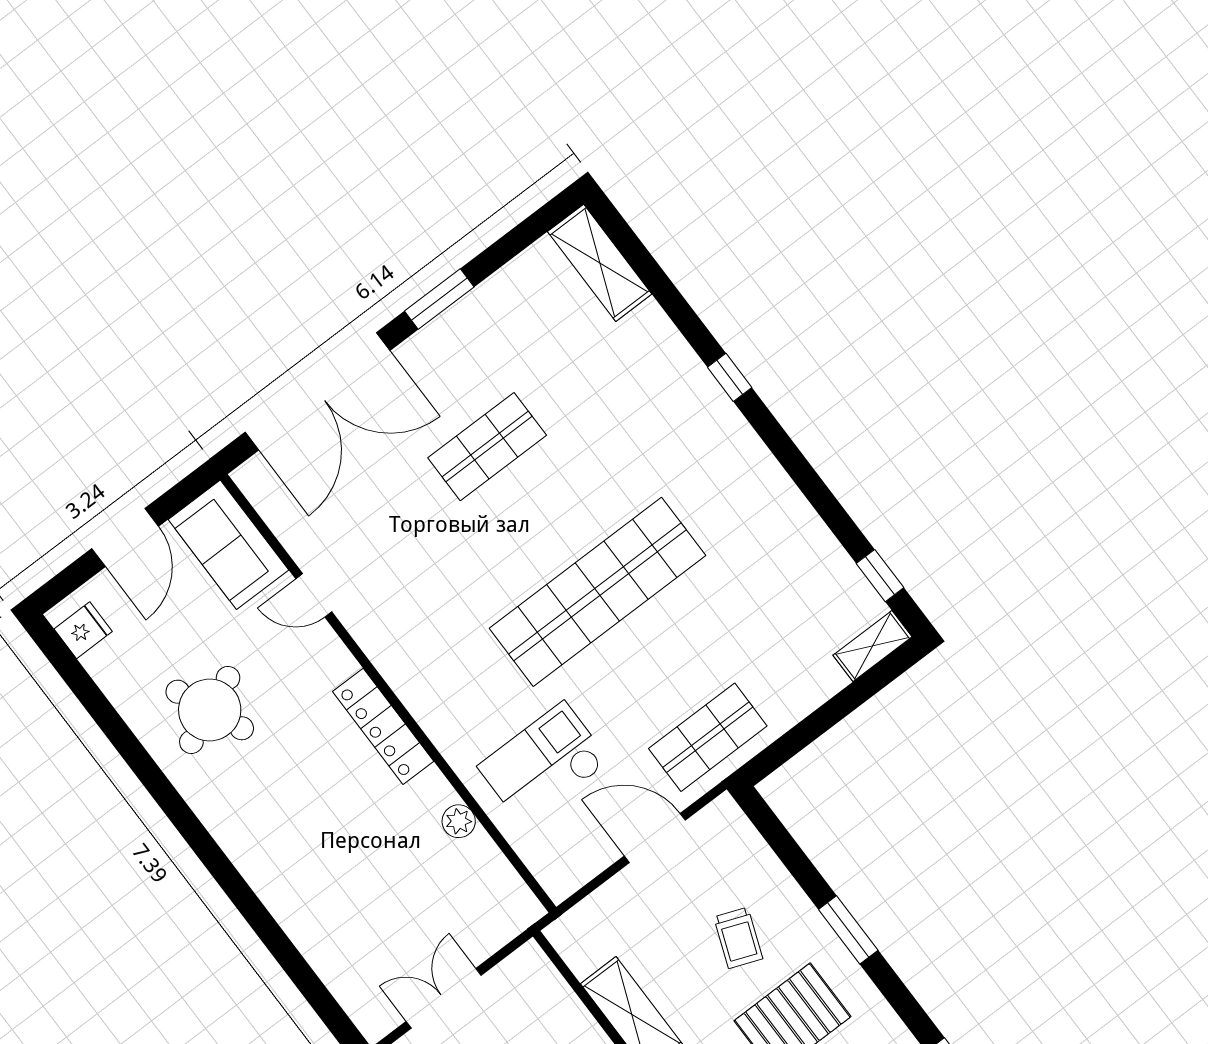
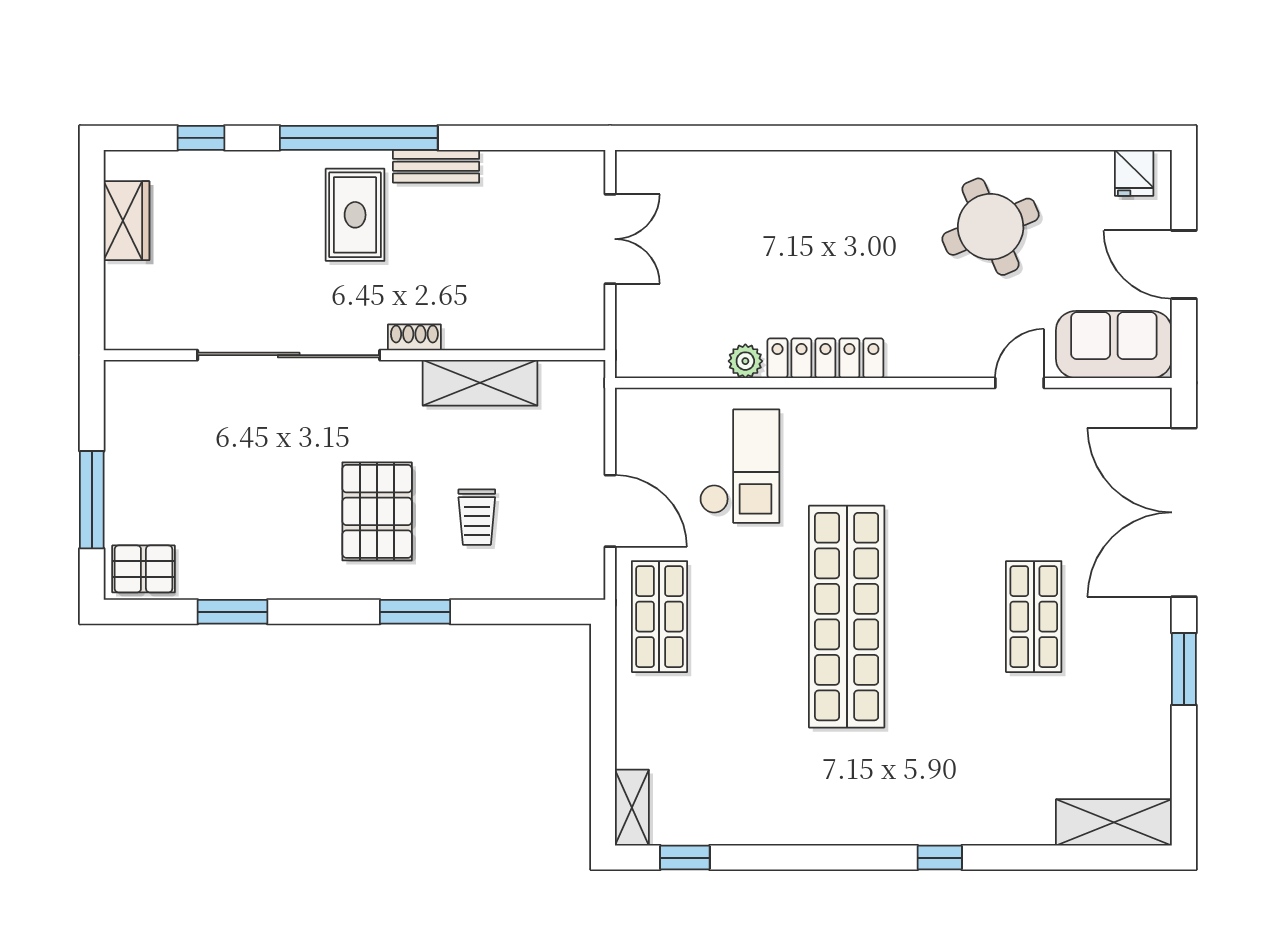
locker: (383, 726) -> (825, 358), moved
door: (655, 838) -> (610, 511), hinge flipped
trolley: (738, 938) -> (477, 517), turned -111

